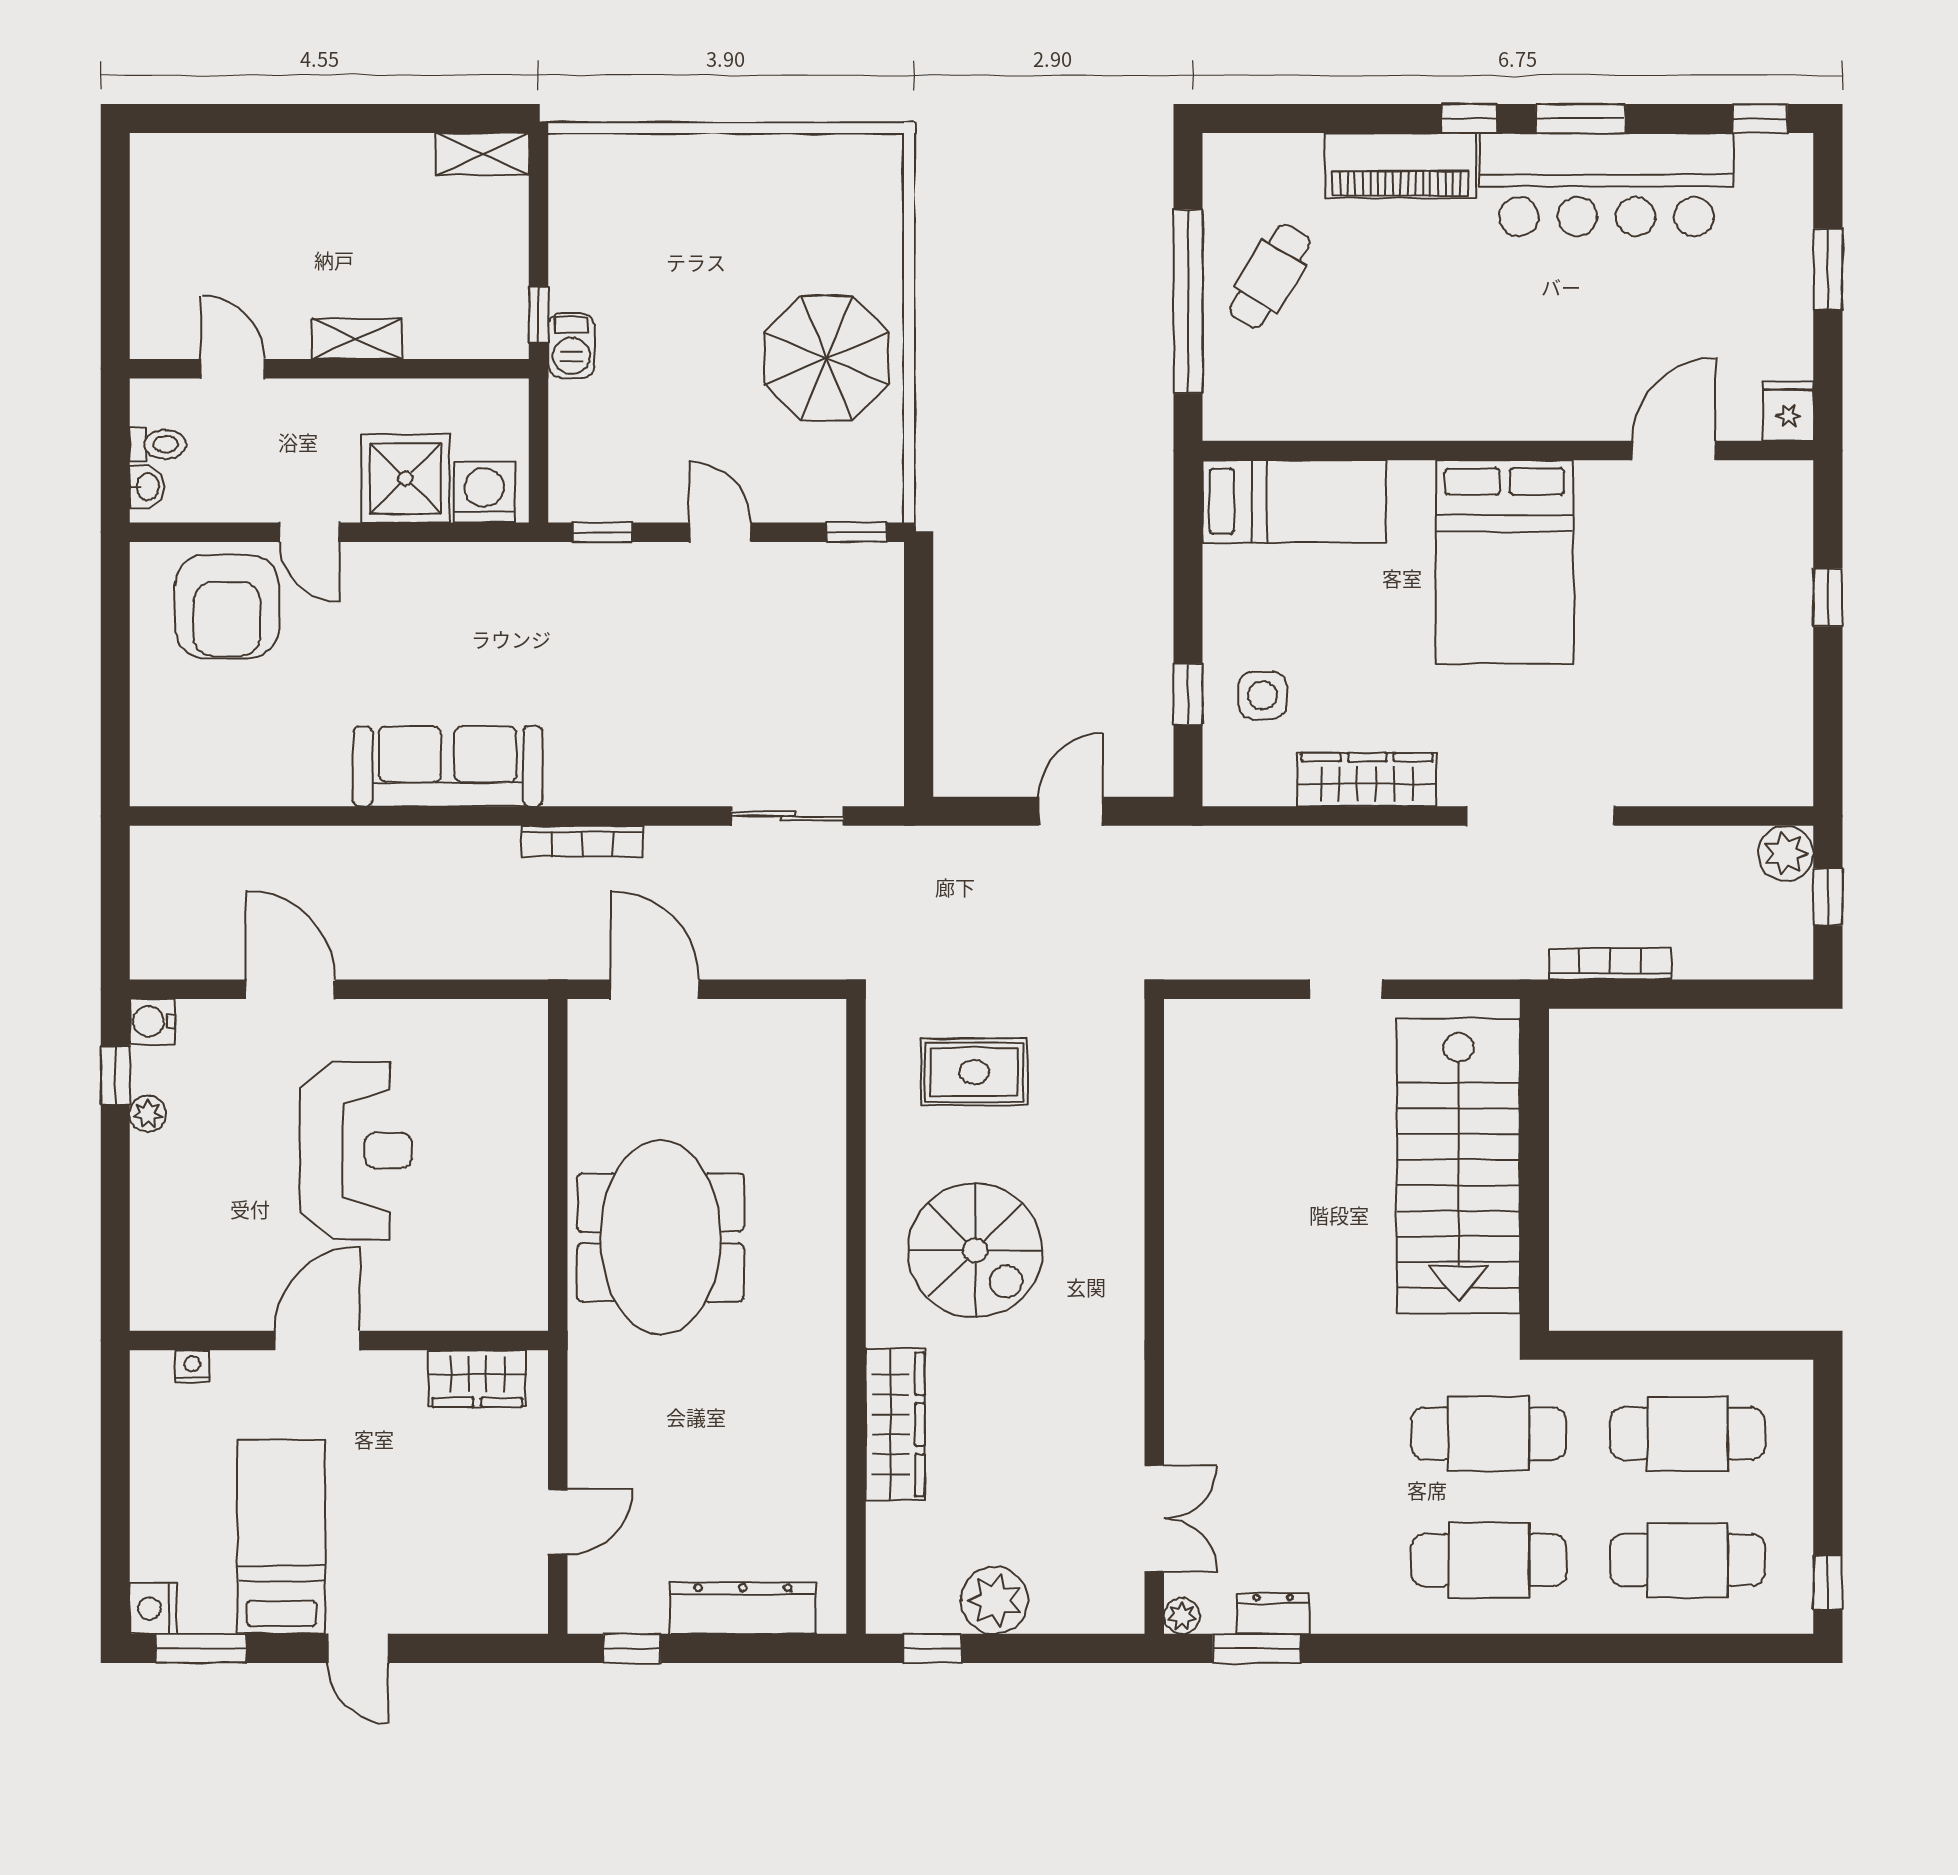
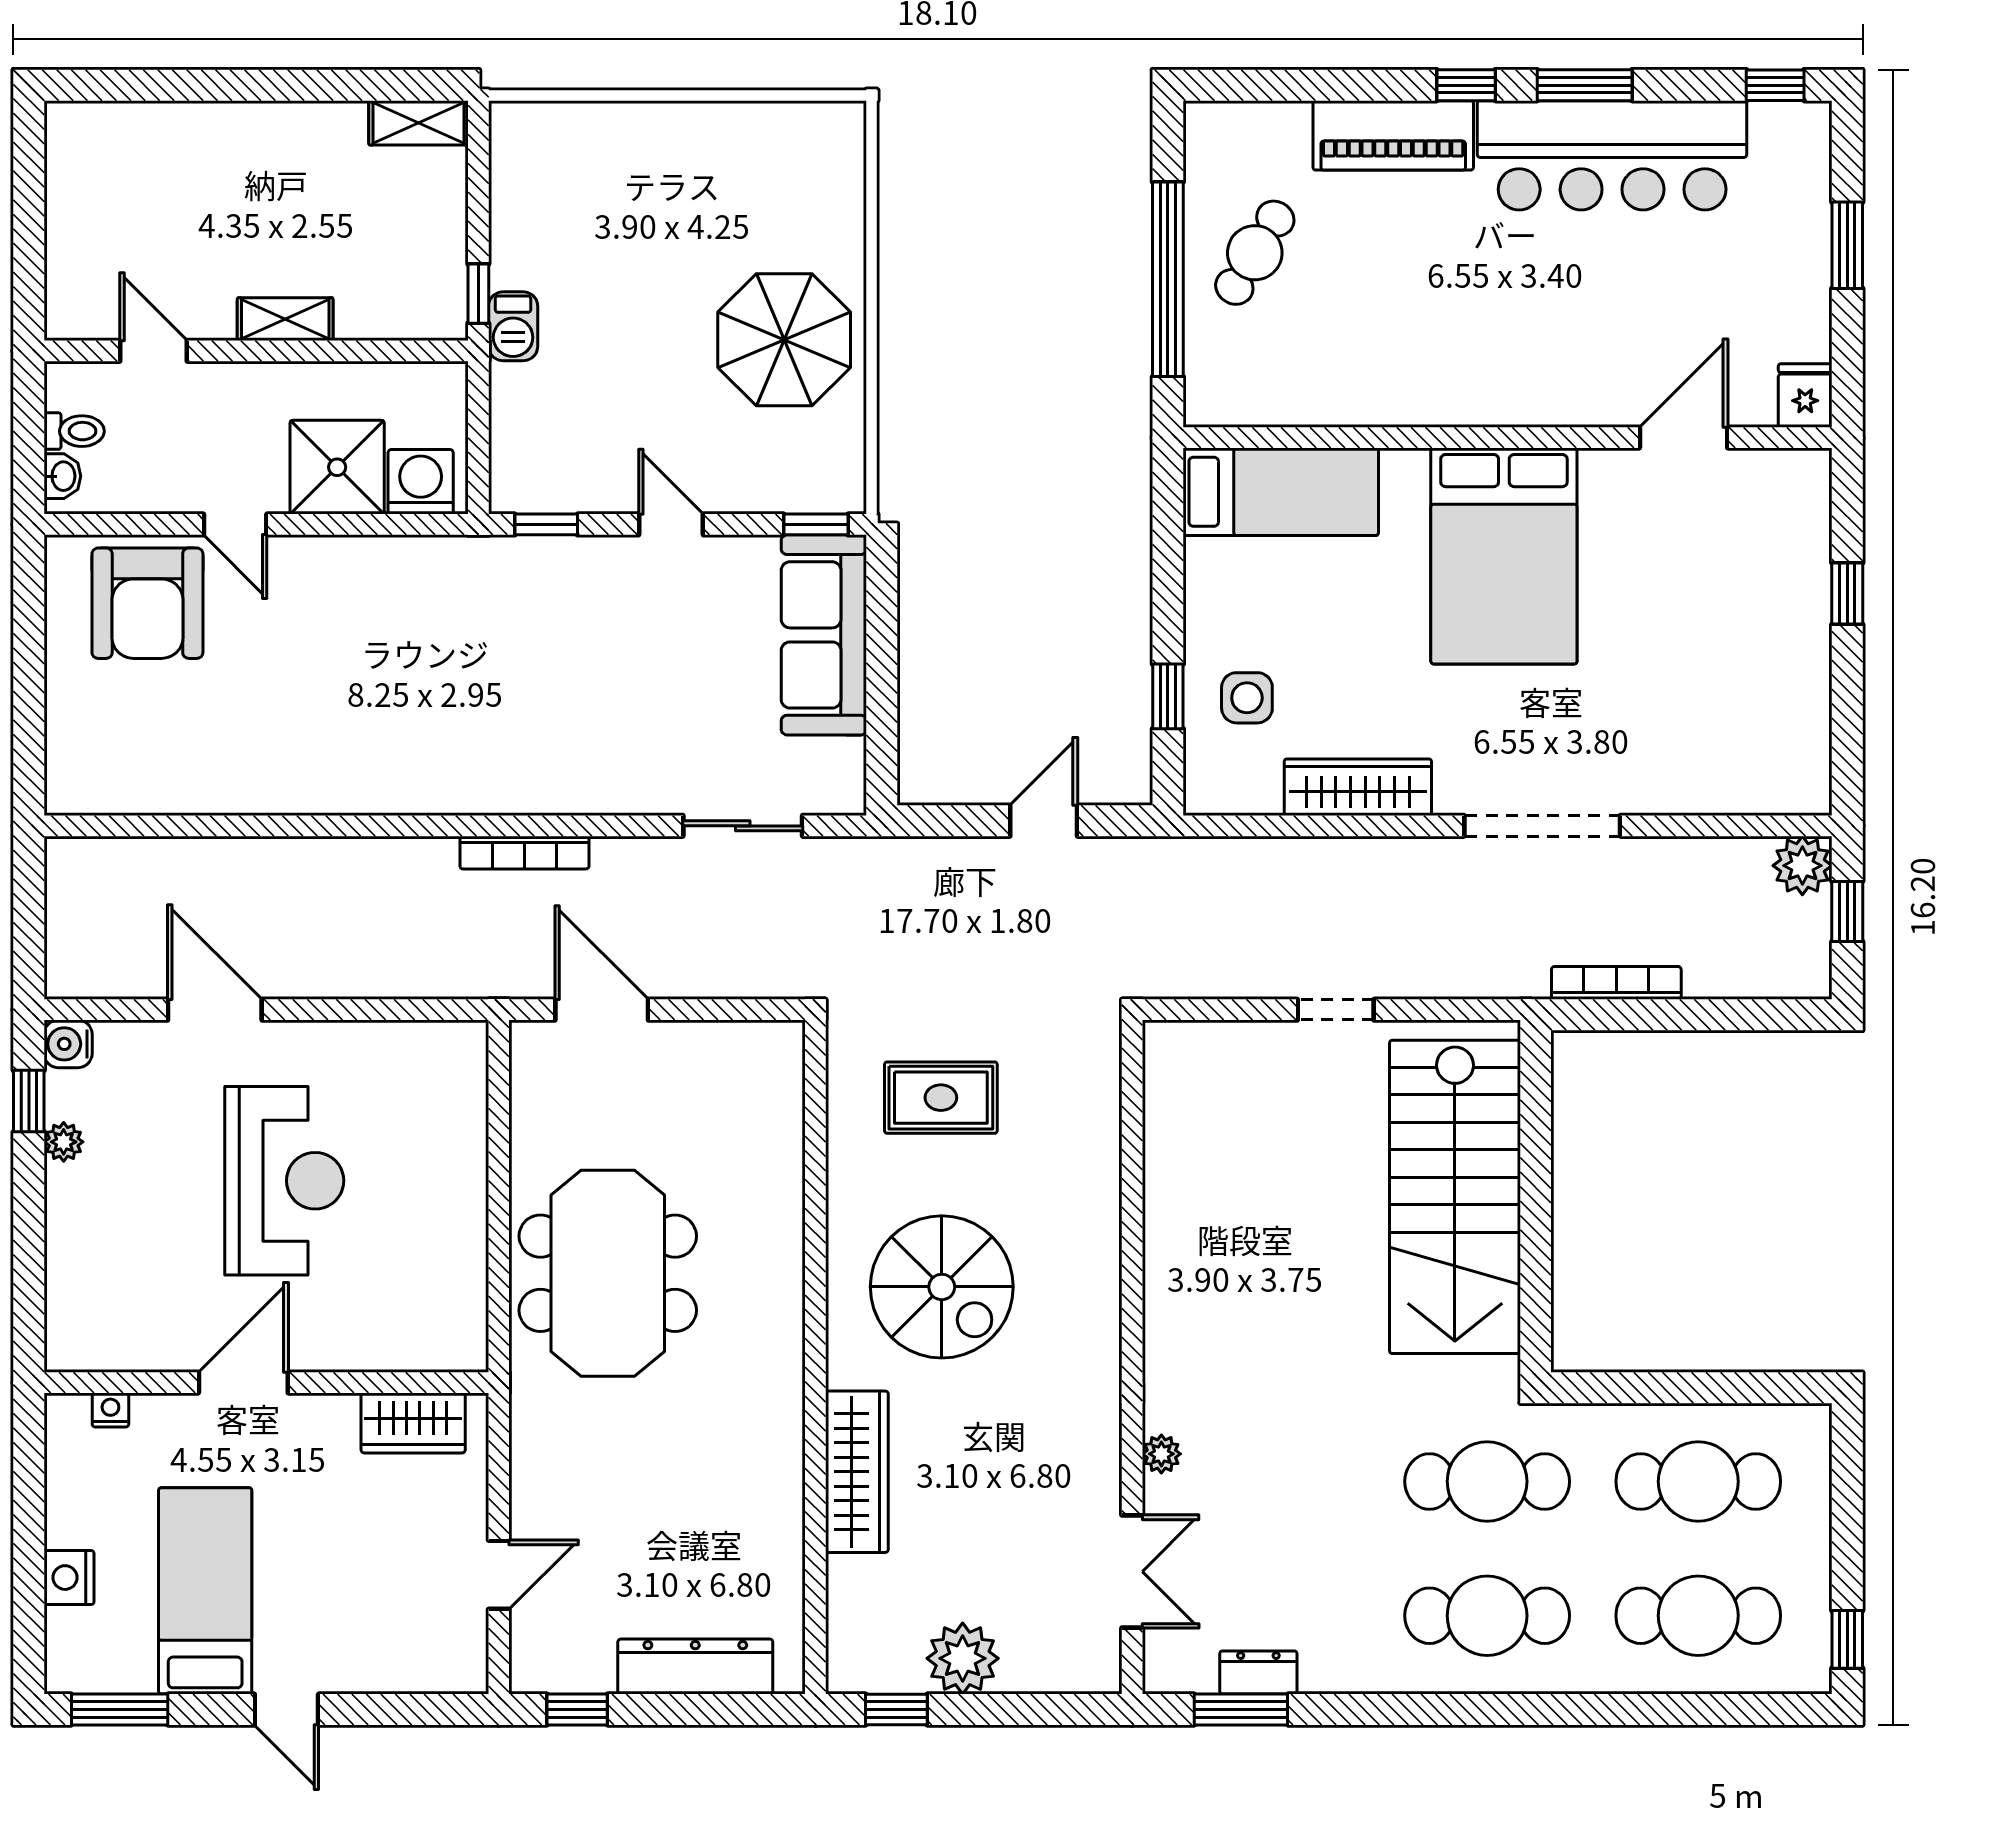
sofa: (448, 766) -> (824, 635), moved, turned -90
nightstand: (153, 1608) -> (69, 1578), moved
plant: (1182, 1616) -> (1161, 1454), moved

